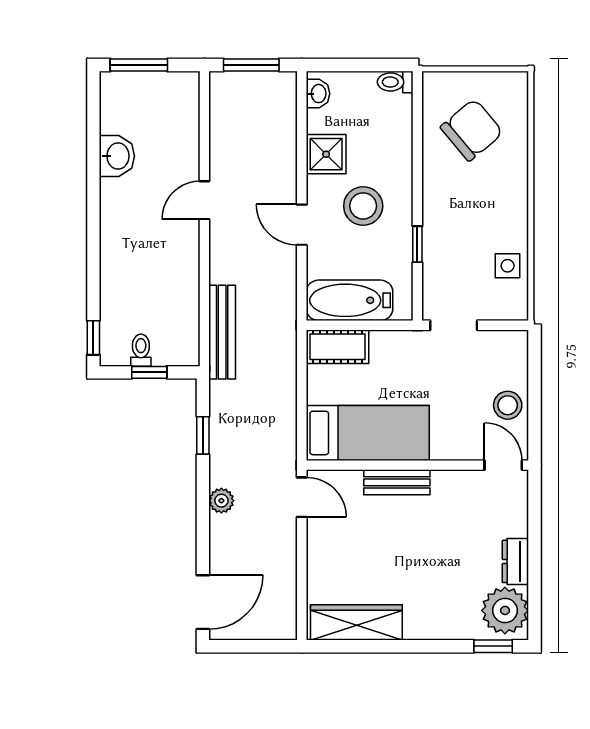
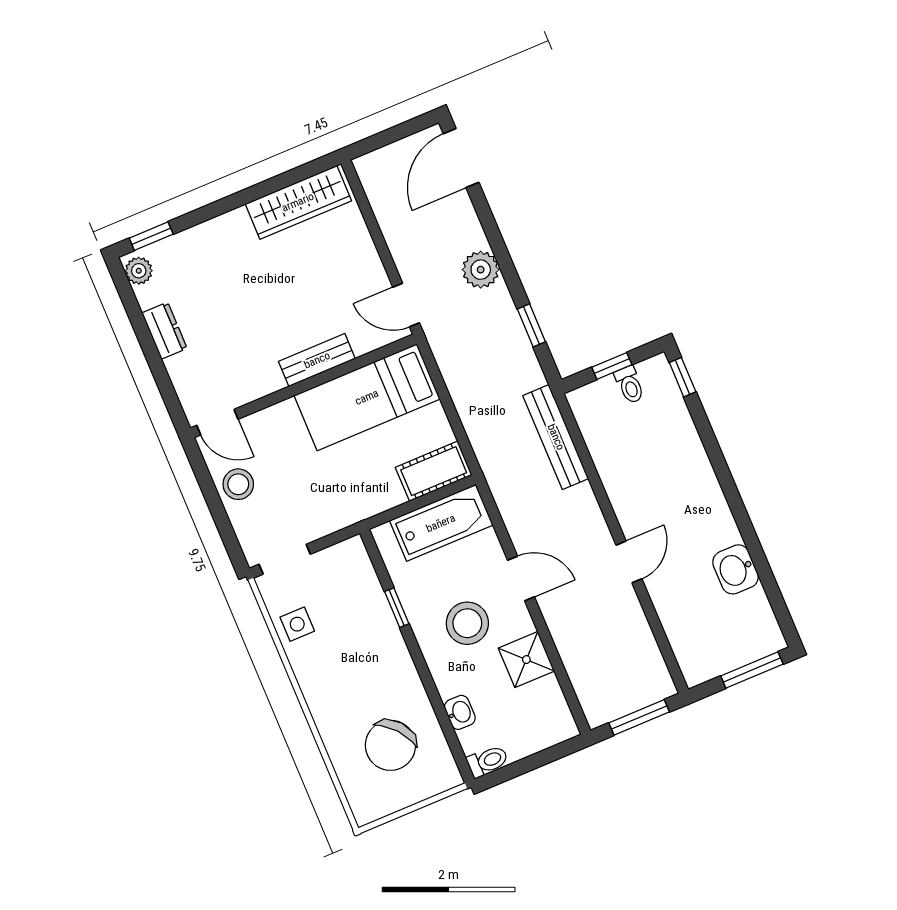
washbasin: (318, 94) -> (460, 712), moved, turned 180
doorway: (454, 325) -> (285, 559), moved
plant: (221, 501) -> (481, 270), width x1.38, depth x1.38
plant: (505, 610) -> (139, 271), width x0.53, depth x0.53

